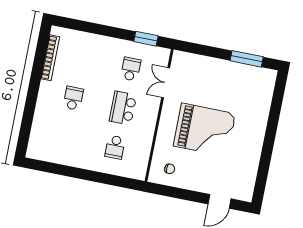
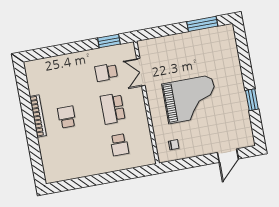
bookcase: (50, 58) -> (38, 116), moved
school desk: (131, 69) -> (106, 72), turned -90
window: (266, 155) -> (252, 100), added

